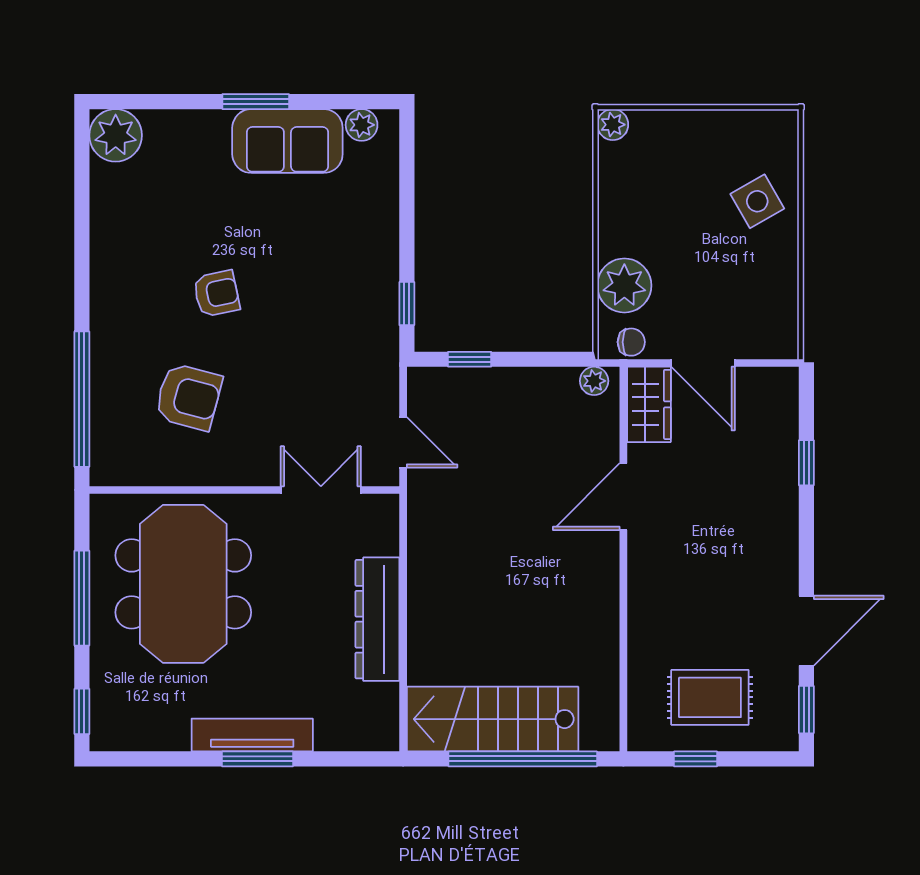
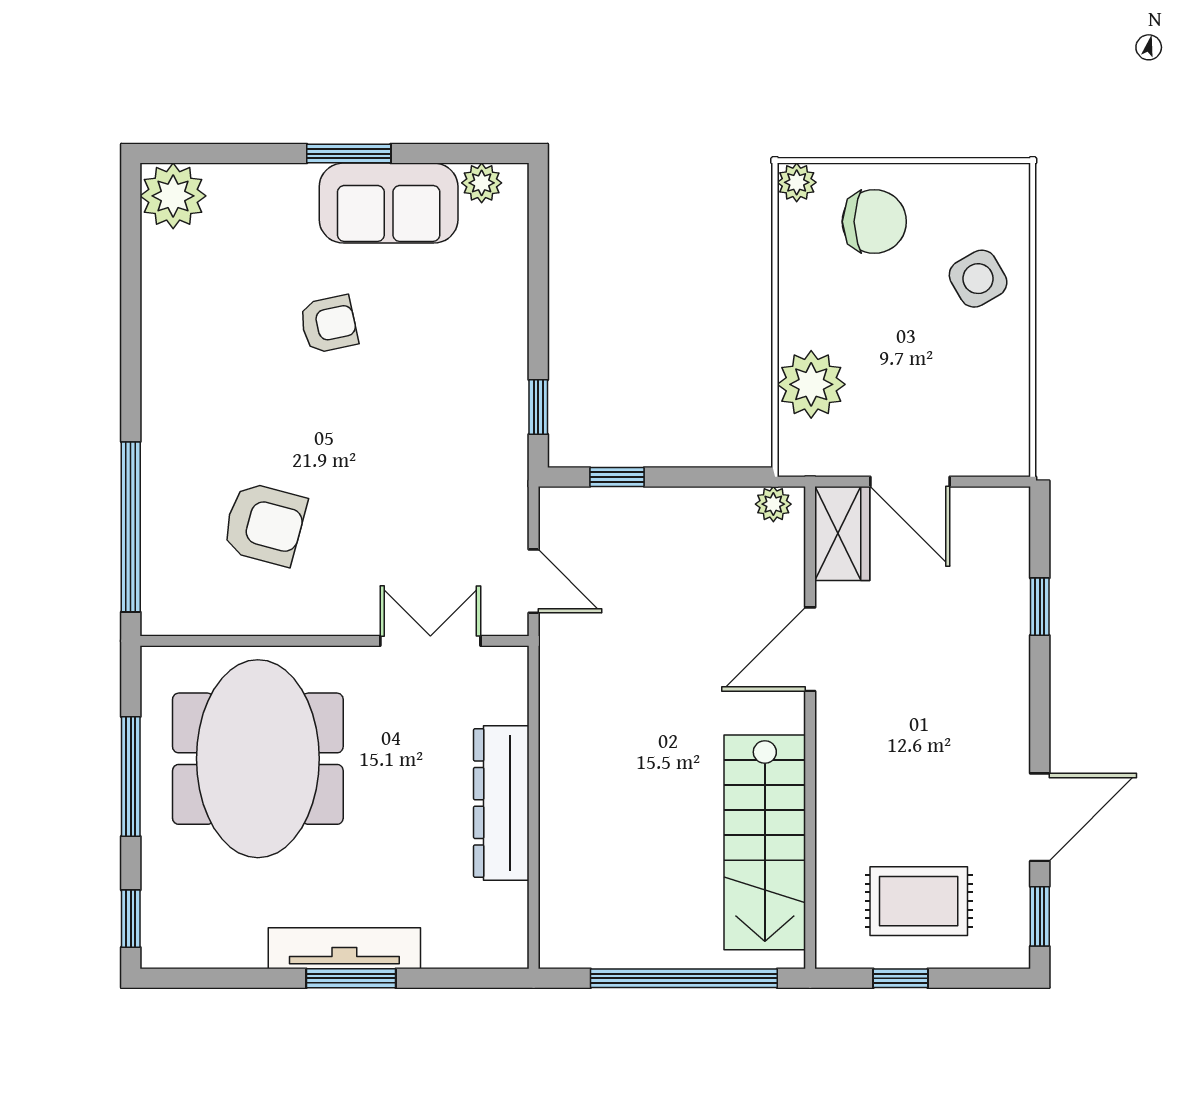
armchair: (216, 294) -> (329, 324), moved
chair: (631, 342) -> (874, 222), moved, width x1.87, depth x1.87
stairs: (493, 719) -> (765, 842), moved, turned -90

